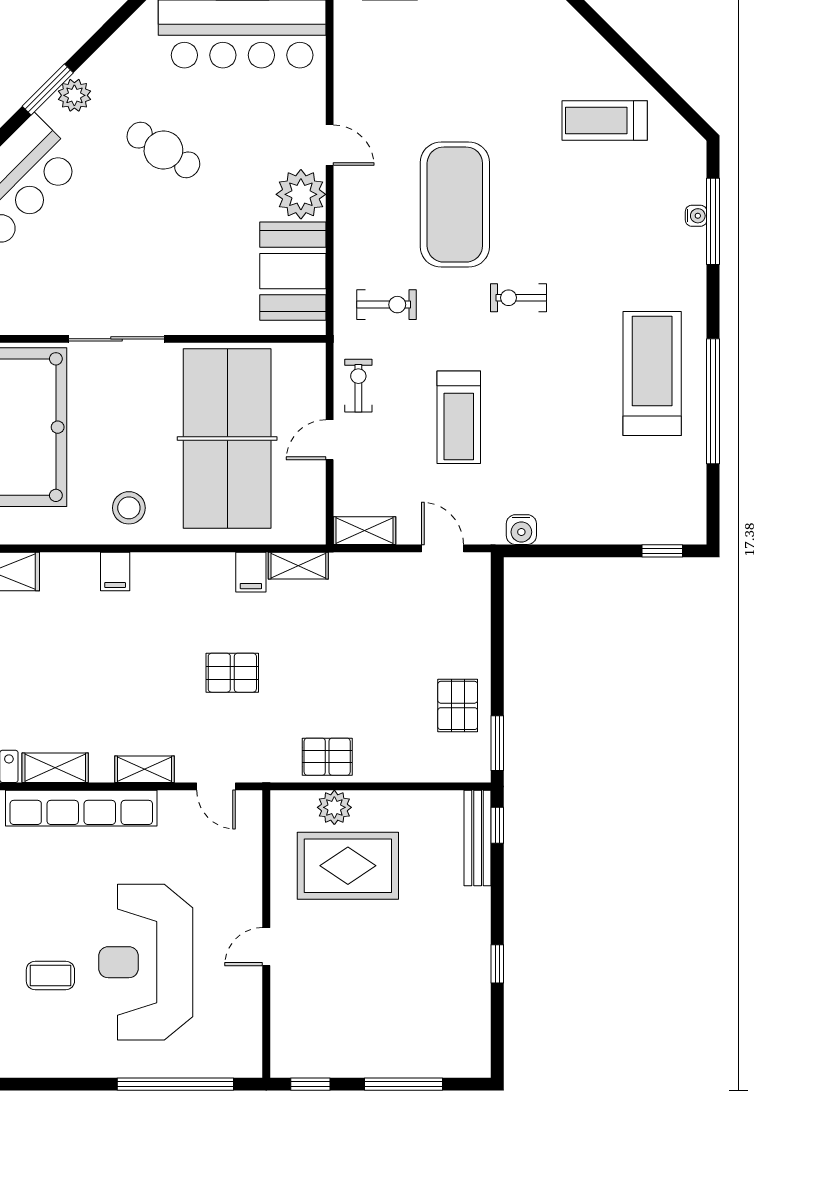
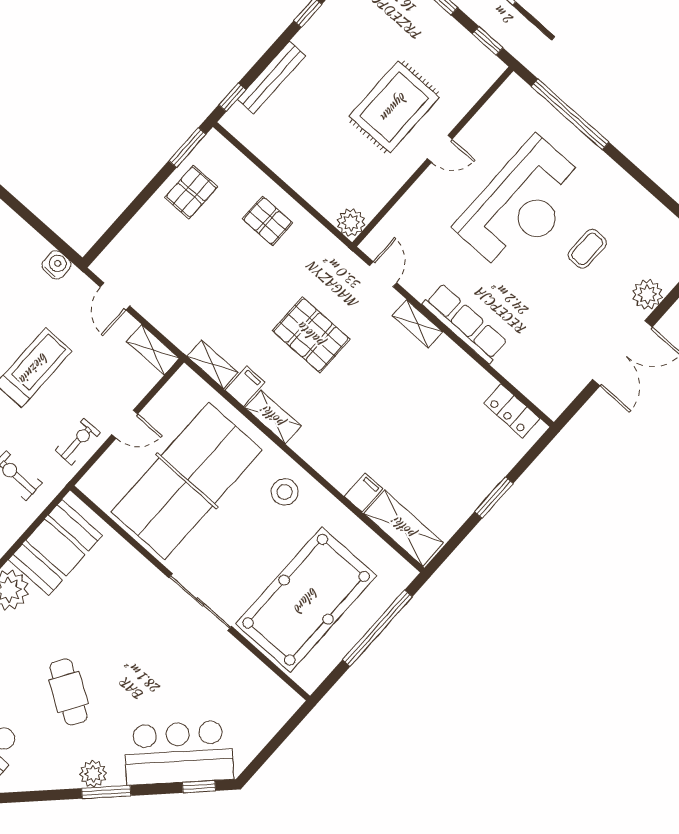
exercise bike: (358, 386) -> (78, 442), turned 180
filing cabinet: (115, 571) -> (364, 493), moved
pallet: (232, 673) -> (311, 335), width x1.50, depth x1.42
pallet: (327, 757) -> (267, 221), moved
shelving: (55, 768) -> (273, 417), moved
plant: (334, 807) -> (351, 223), moved
row of seats: (81, 808) -> (465, 323), width x0.73
bench: (478, 838) -> (272, 77), moved
rug: (348, 866) -> (394, 107), moved, turned 90
coffee table: (50, 975) -> (587, 249), turned 90

